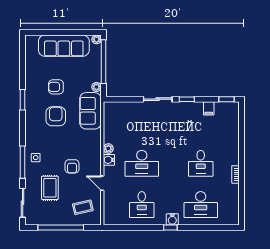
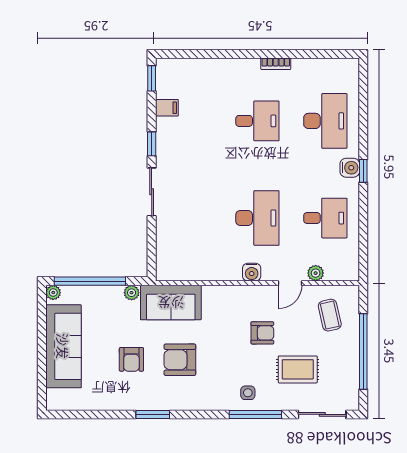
plant: (108, 149) -> (316, 273), moved

